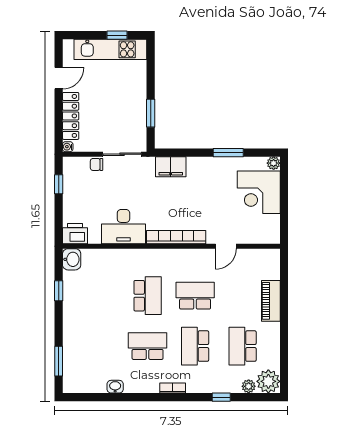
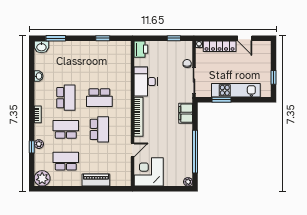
kitchen unit: (110, 49) -> (236, 90), moved, turned 90
window: (228, 153) -> (195, 152), width x2.11
corner desk: (259, 192) -> (149, 172), moved
door: (226, 246) -> (132, 150), swing flipped
washbasin: (72, 259) -> (41, 47), moved
plant: (249, 386) -> (39, 144), moved

